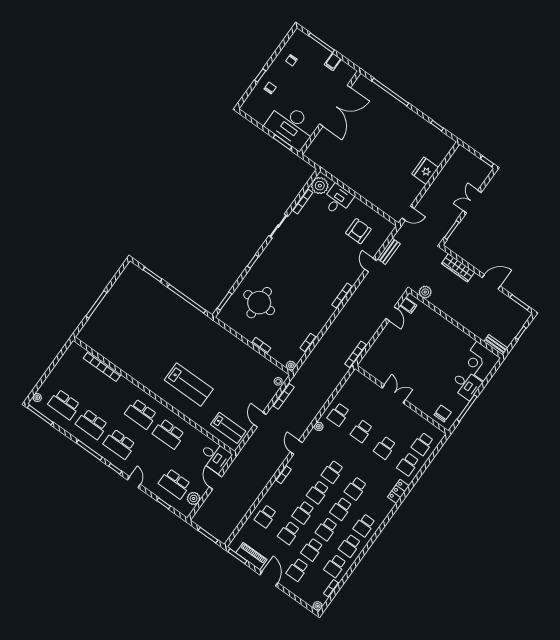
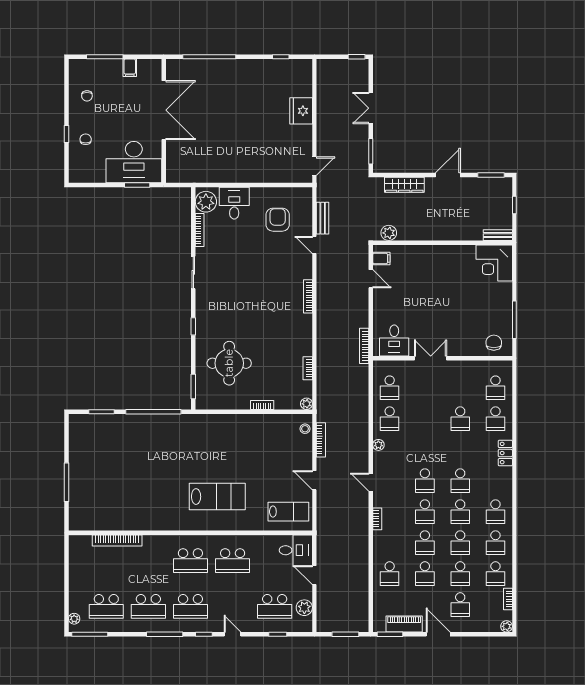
desk: (466, 385) -> (394, 340), moved, turned 90
school desk: (362, 431) -> (390, 388), moved

